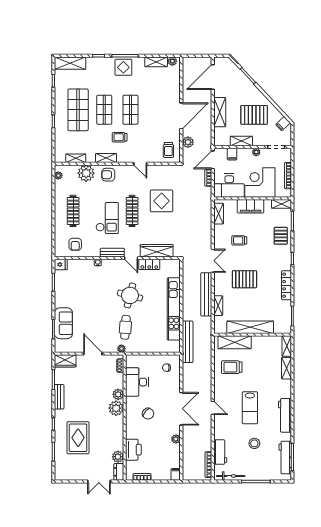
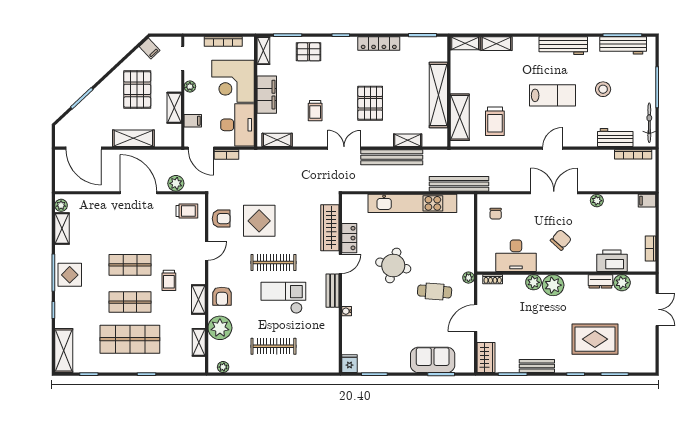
armchair: (75, 244) -> (221, 219), moved
cafe table: (125, 327) -> (435, 291), moved
dresser: (119, 472) -> (600, 281), moved

